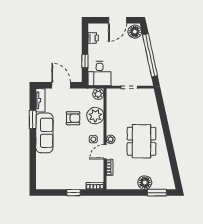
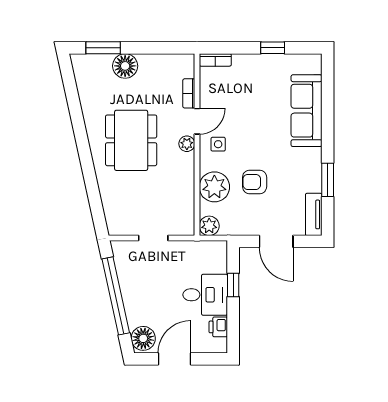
desk: (100, 74) -> (205, 295), moved, turned 90
sofa: (44, 133) -> (306, 111), moved
window: (74, 193) -> (273, 48), moved

